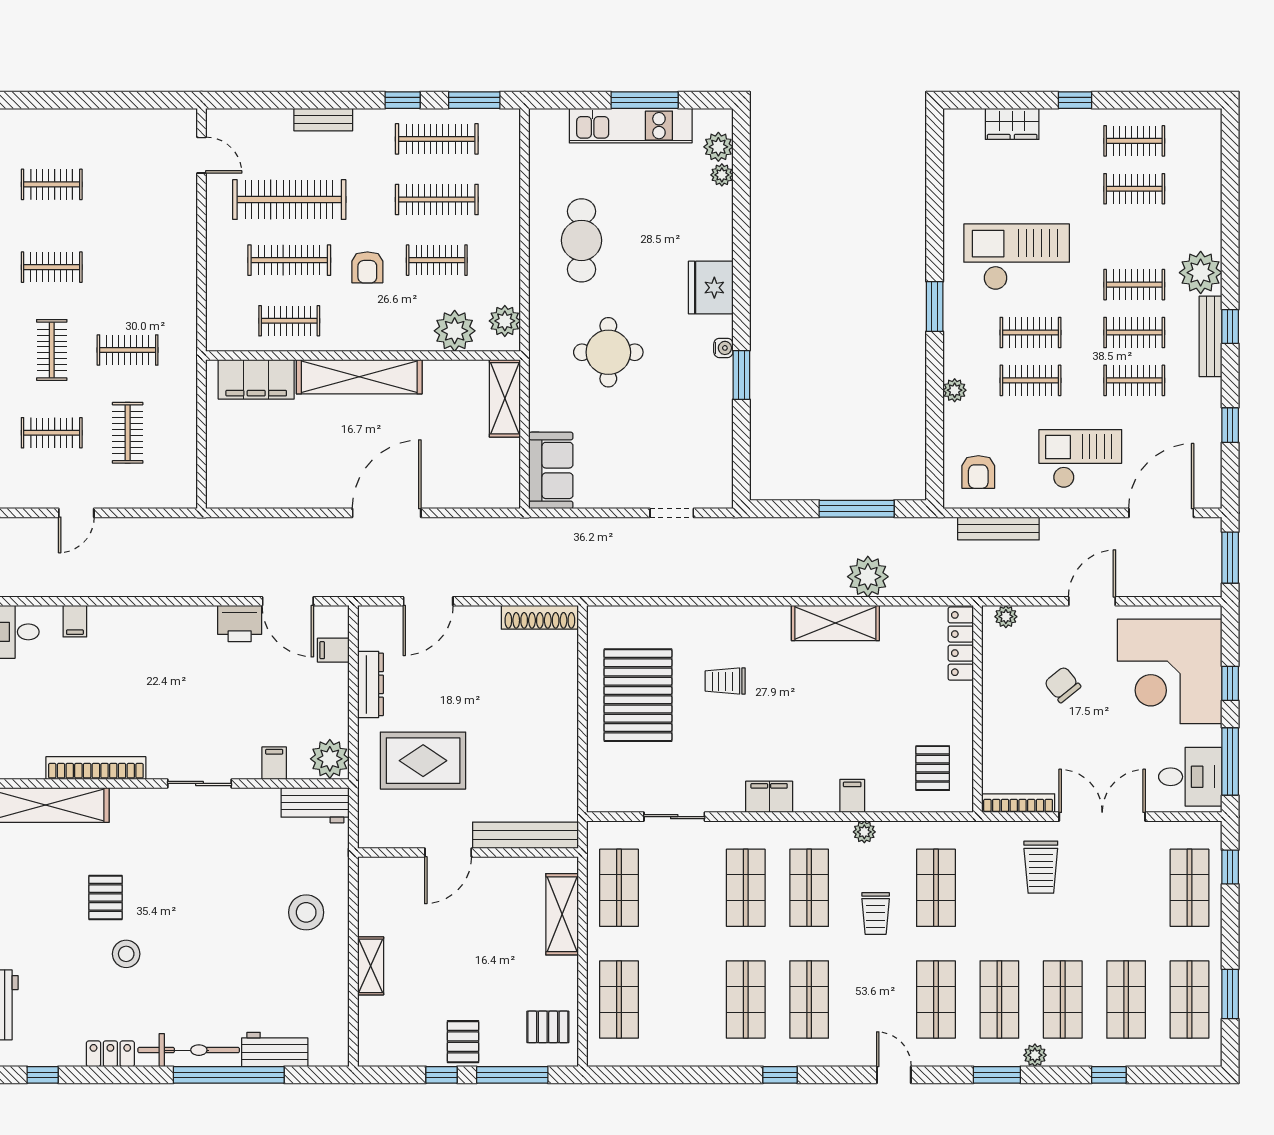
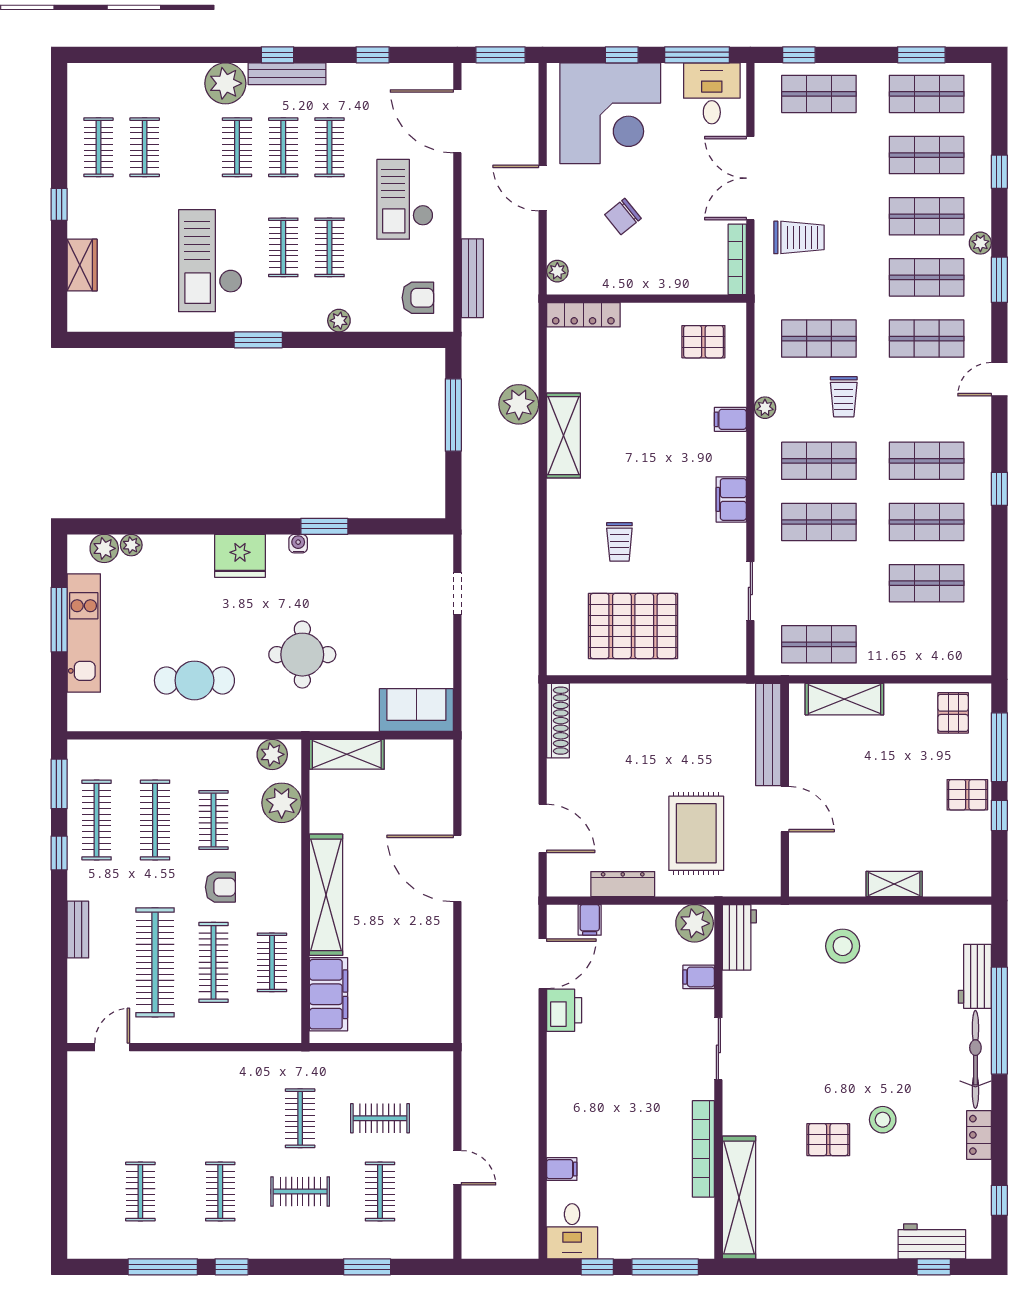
trolley: (876, 914) -> (844, 397), turned 90
shop shelf: (619, 999) -> (927, 583), moved

